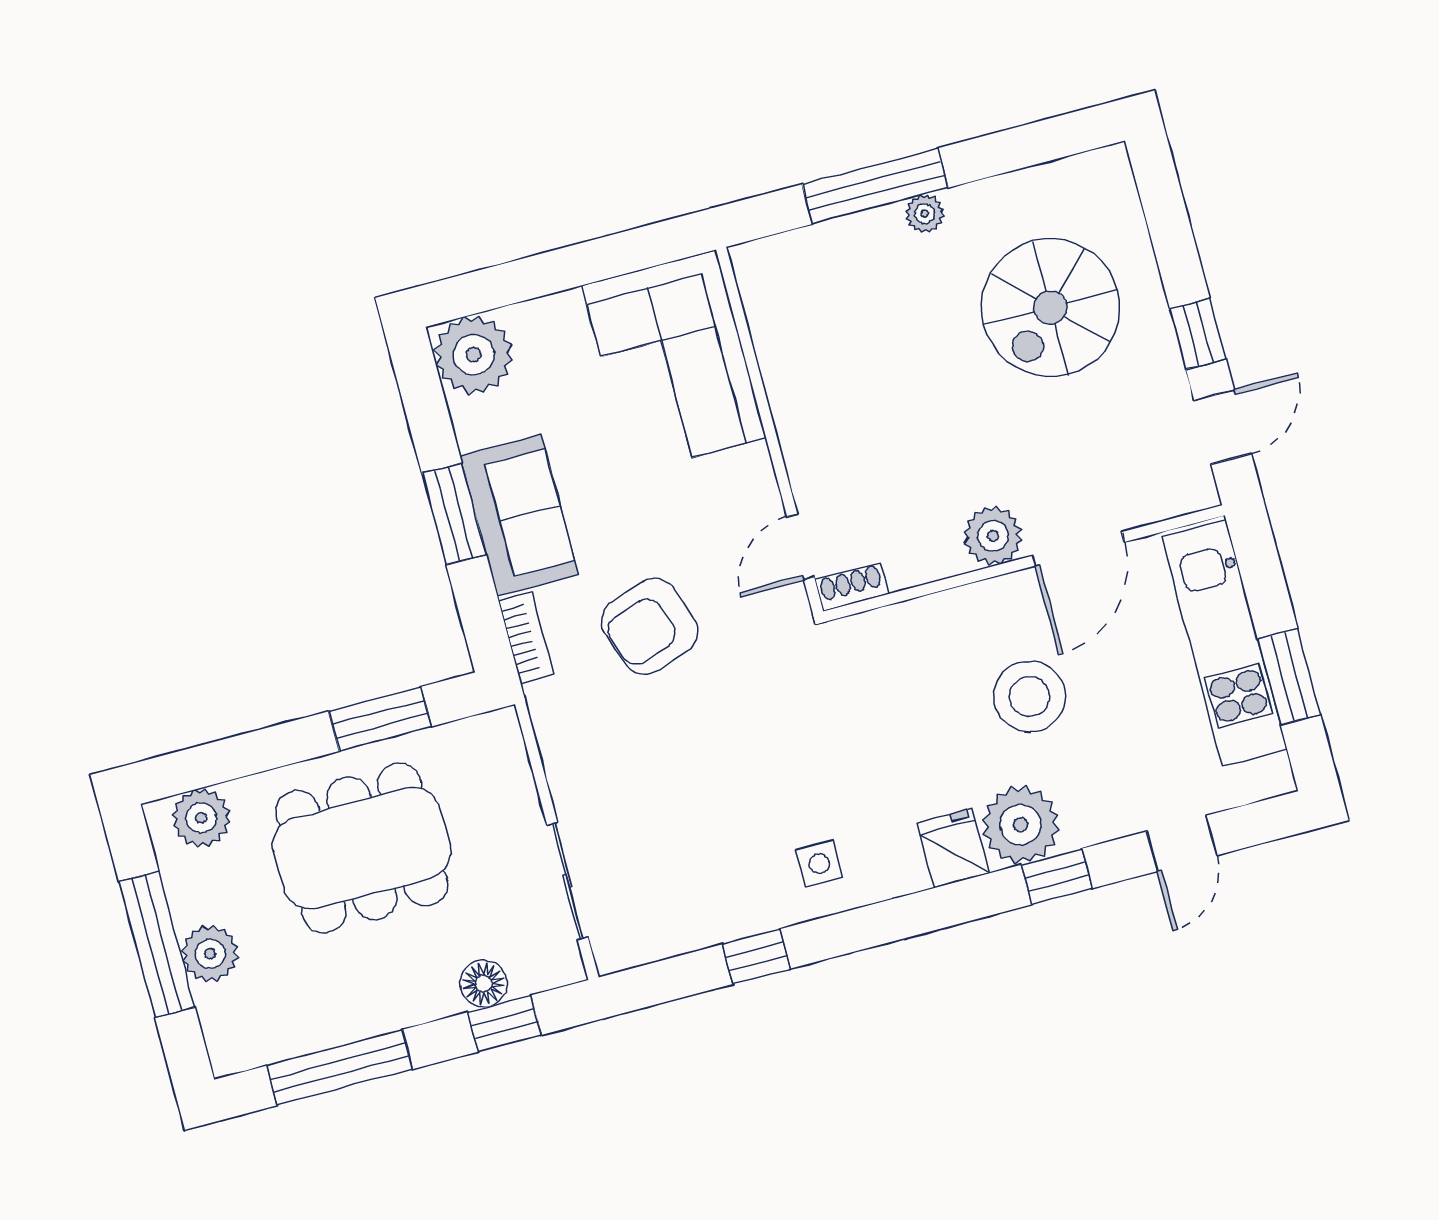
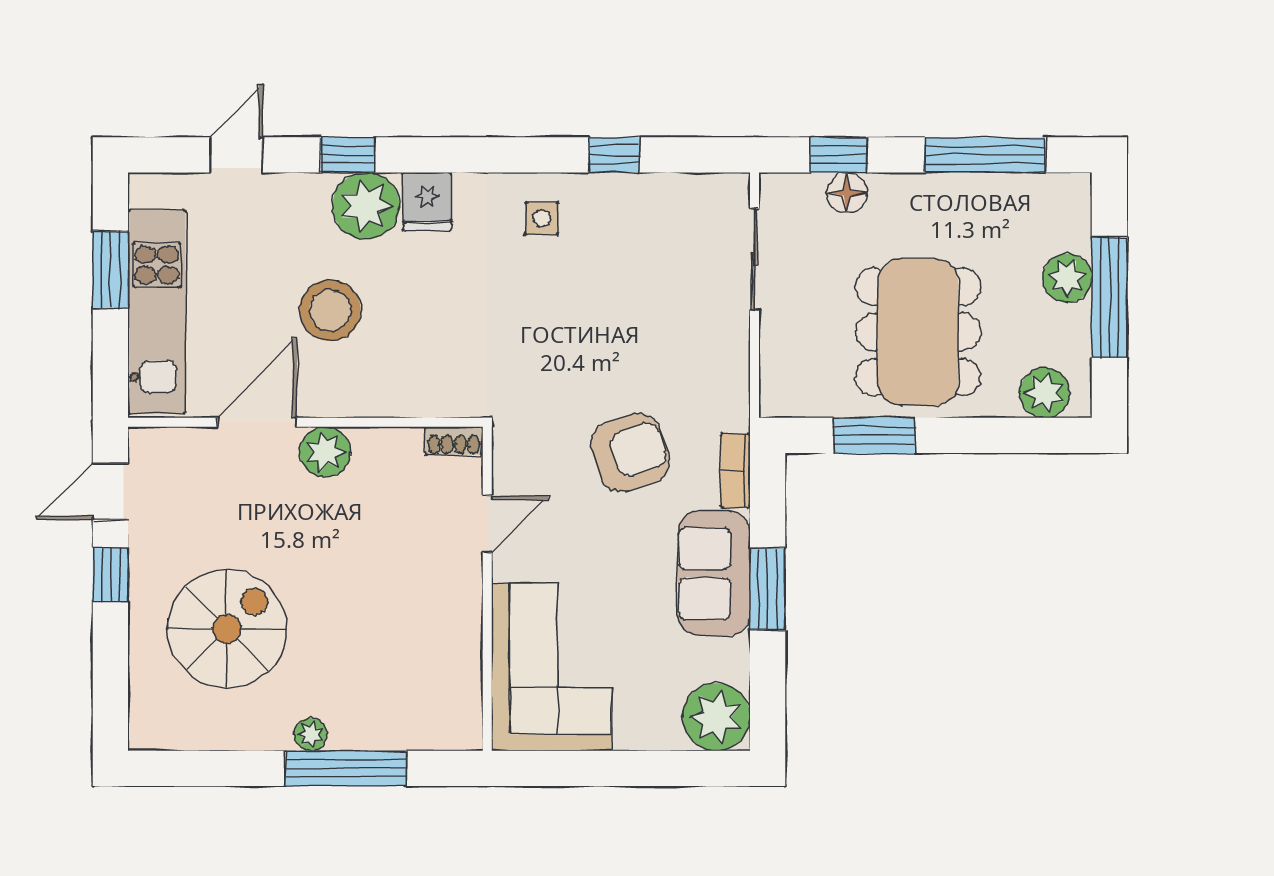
door: (801, 547) -> (487, 524), moved
dining table: (362, 848) -> (918, 332), turned 90

